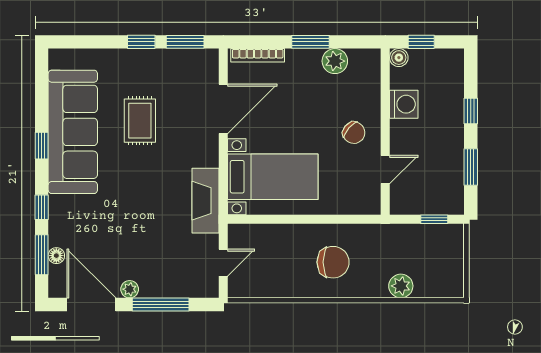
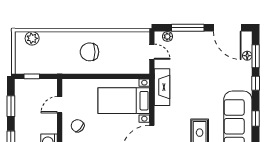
door: (223, 263) -> (152, 52), swing flipped
plant: (401, 286) -> (32, 38), moved
plant: (130, 289) -> (168, 36), moved

